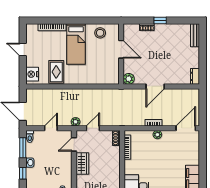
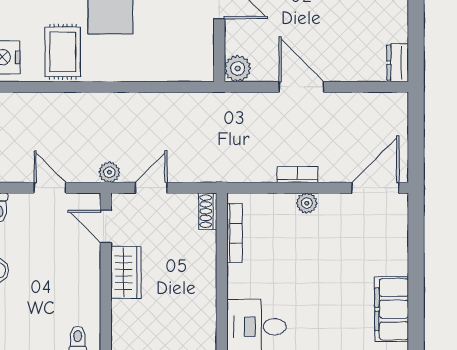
door: (155, 86) -> (301, 87), swing flipped
door: (51, 128) -> (50, 188), hinge flipped
door: (74, 144) -> (106, 227), hinge flipped

